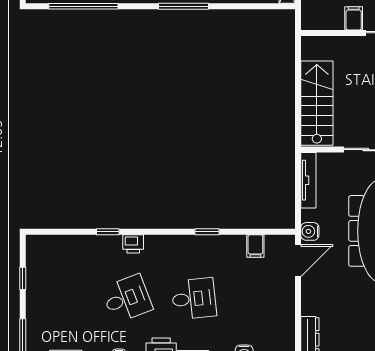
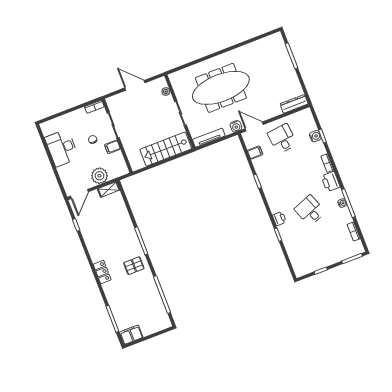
desk: (194, 299) -> (282, 139), moved

